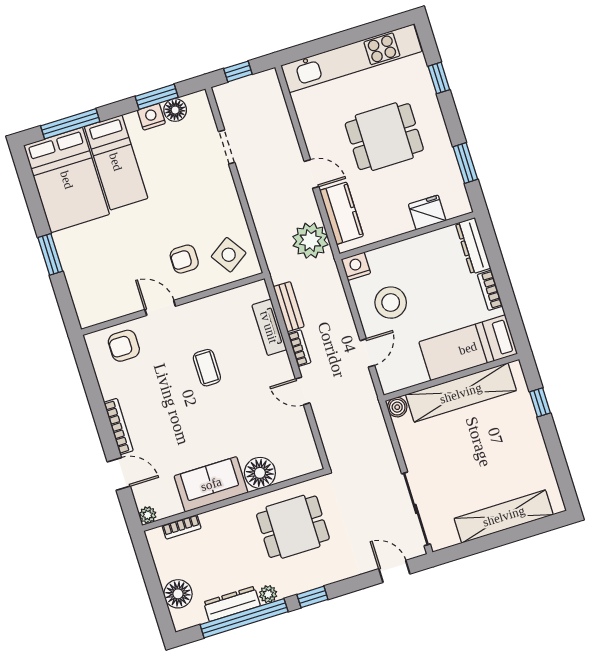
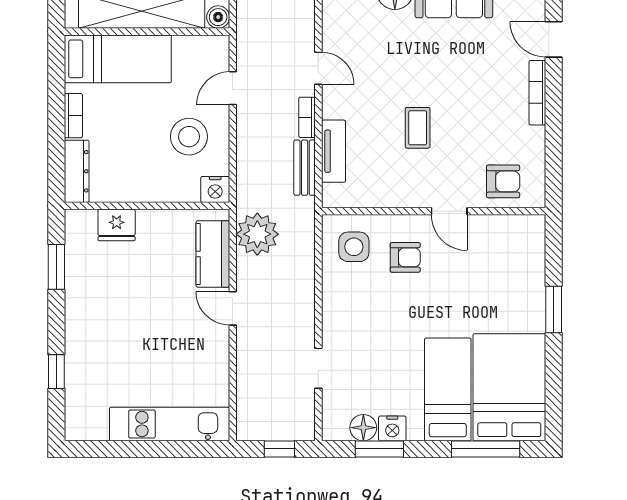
kitchen unit: (351, 58) -> (170, 424), width x0.73
dining table: (384, 137) -> (138, 325), removed
side table: (229, 255) -> (354, 247), turned 34

